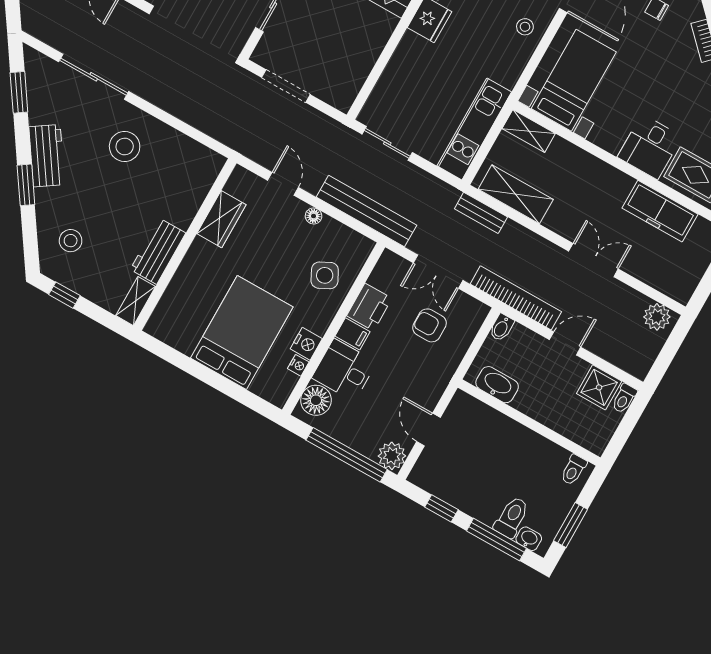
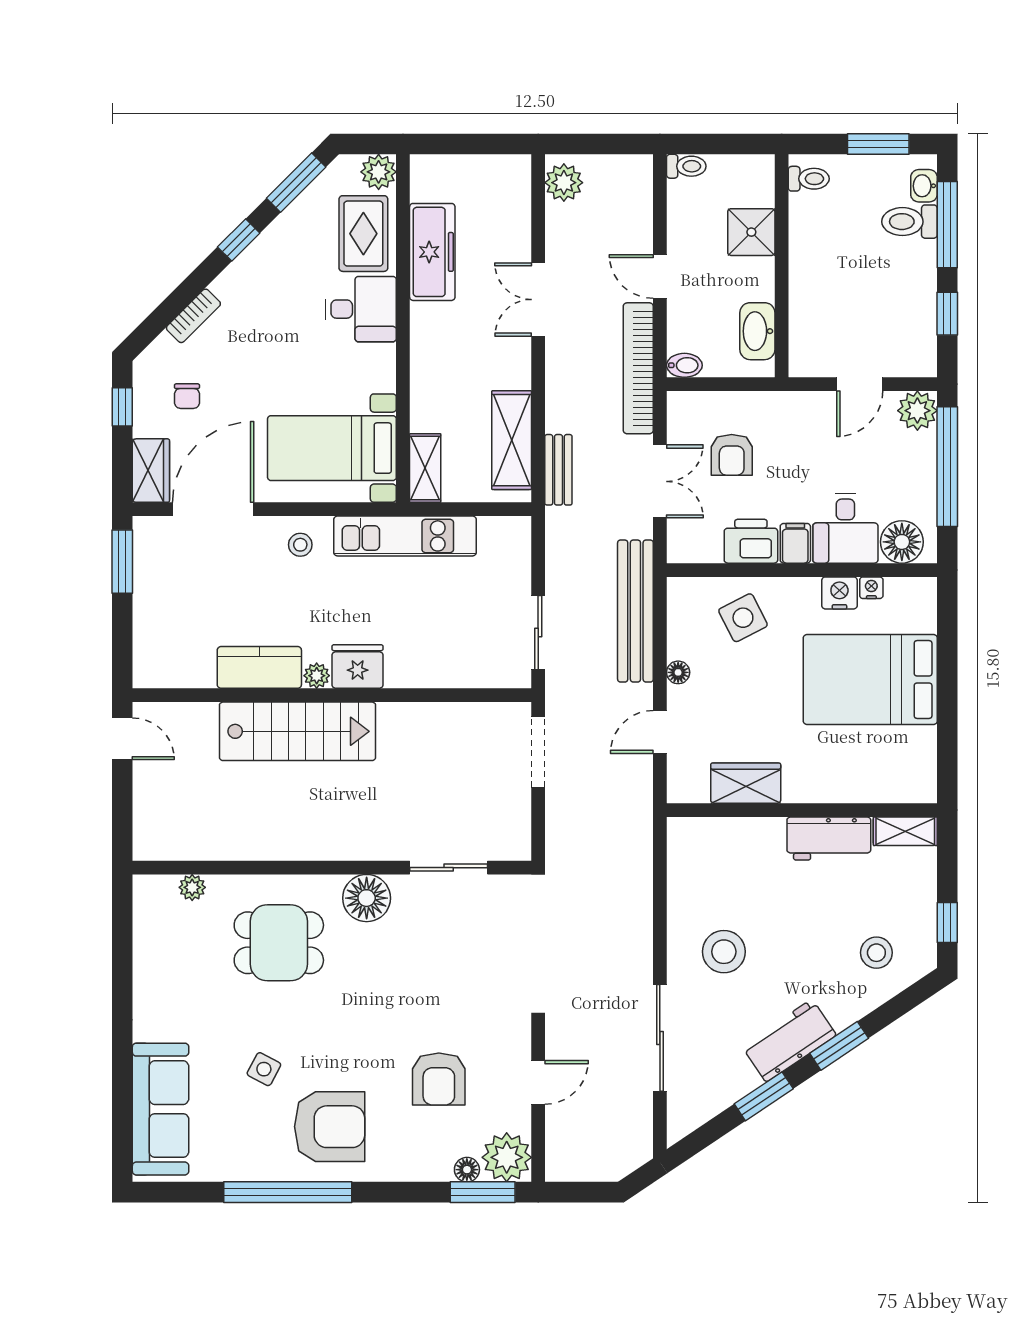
doorway: (286, 86) -> (538, 752), moved
window: (19, 92) -> (764, 1096), moved
kitchen unit: (474, 129) -> (405, 536), moved
shower: (599, 387) -> (751, 232), moved

